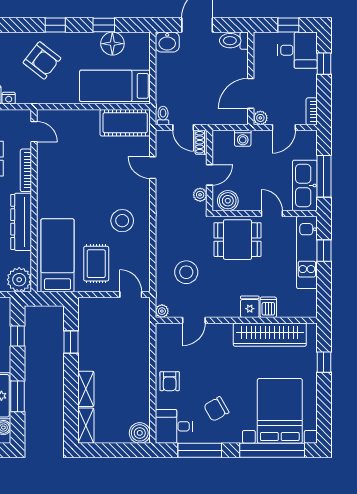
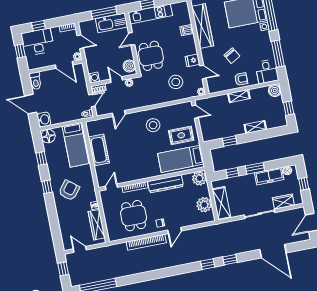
floor lamp: (112, 44) -> (48, 136), moved
desk: (297, 50) -> (38, 42), width x1.37
cot: (125, 123) -> (99, 150), moved
washing machine: (243, 138) -> (94, 78), moved
door: (131, 294) -> (195, 112), swing flipped
fridge: (250, 307) -> (192, 60), moved
window: (18, 396) -> (255, 168), moved
chair: (216, 409) -> (232, 56), moved
shelving: (86, 426) -> (239, 96), moved
window: (106, 450) -> (289, 108), added

